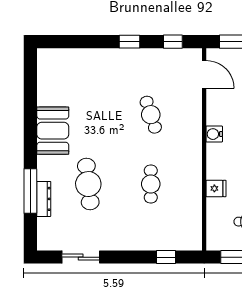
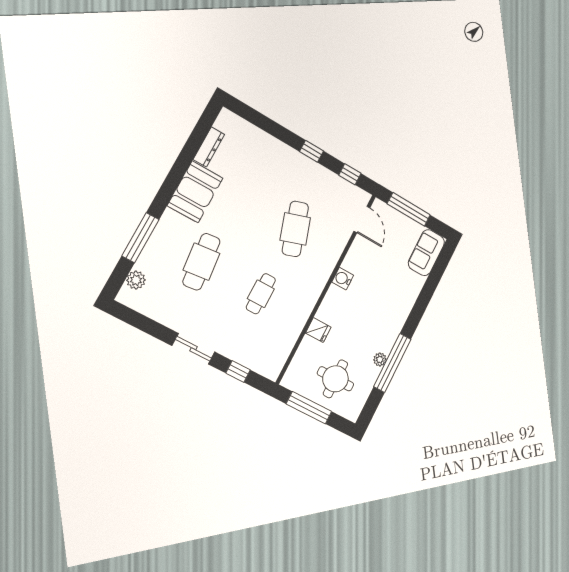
cafe table: (151, 115) -> (295, 229), width x1.37, depth x1.35
dresser: (44, 199) -> (209, 147), moved
plant: (45, 226) -> (136, 280), added
sliding door: (81, 257) -> (193, 349), moved

